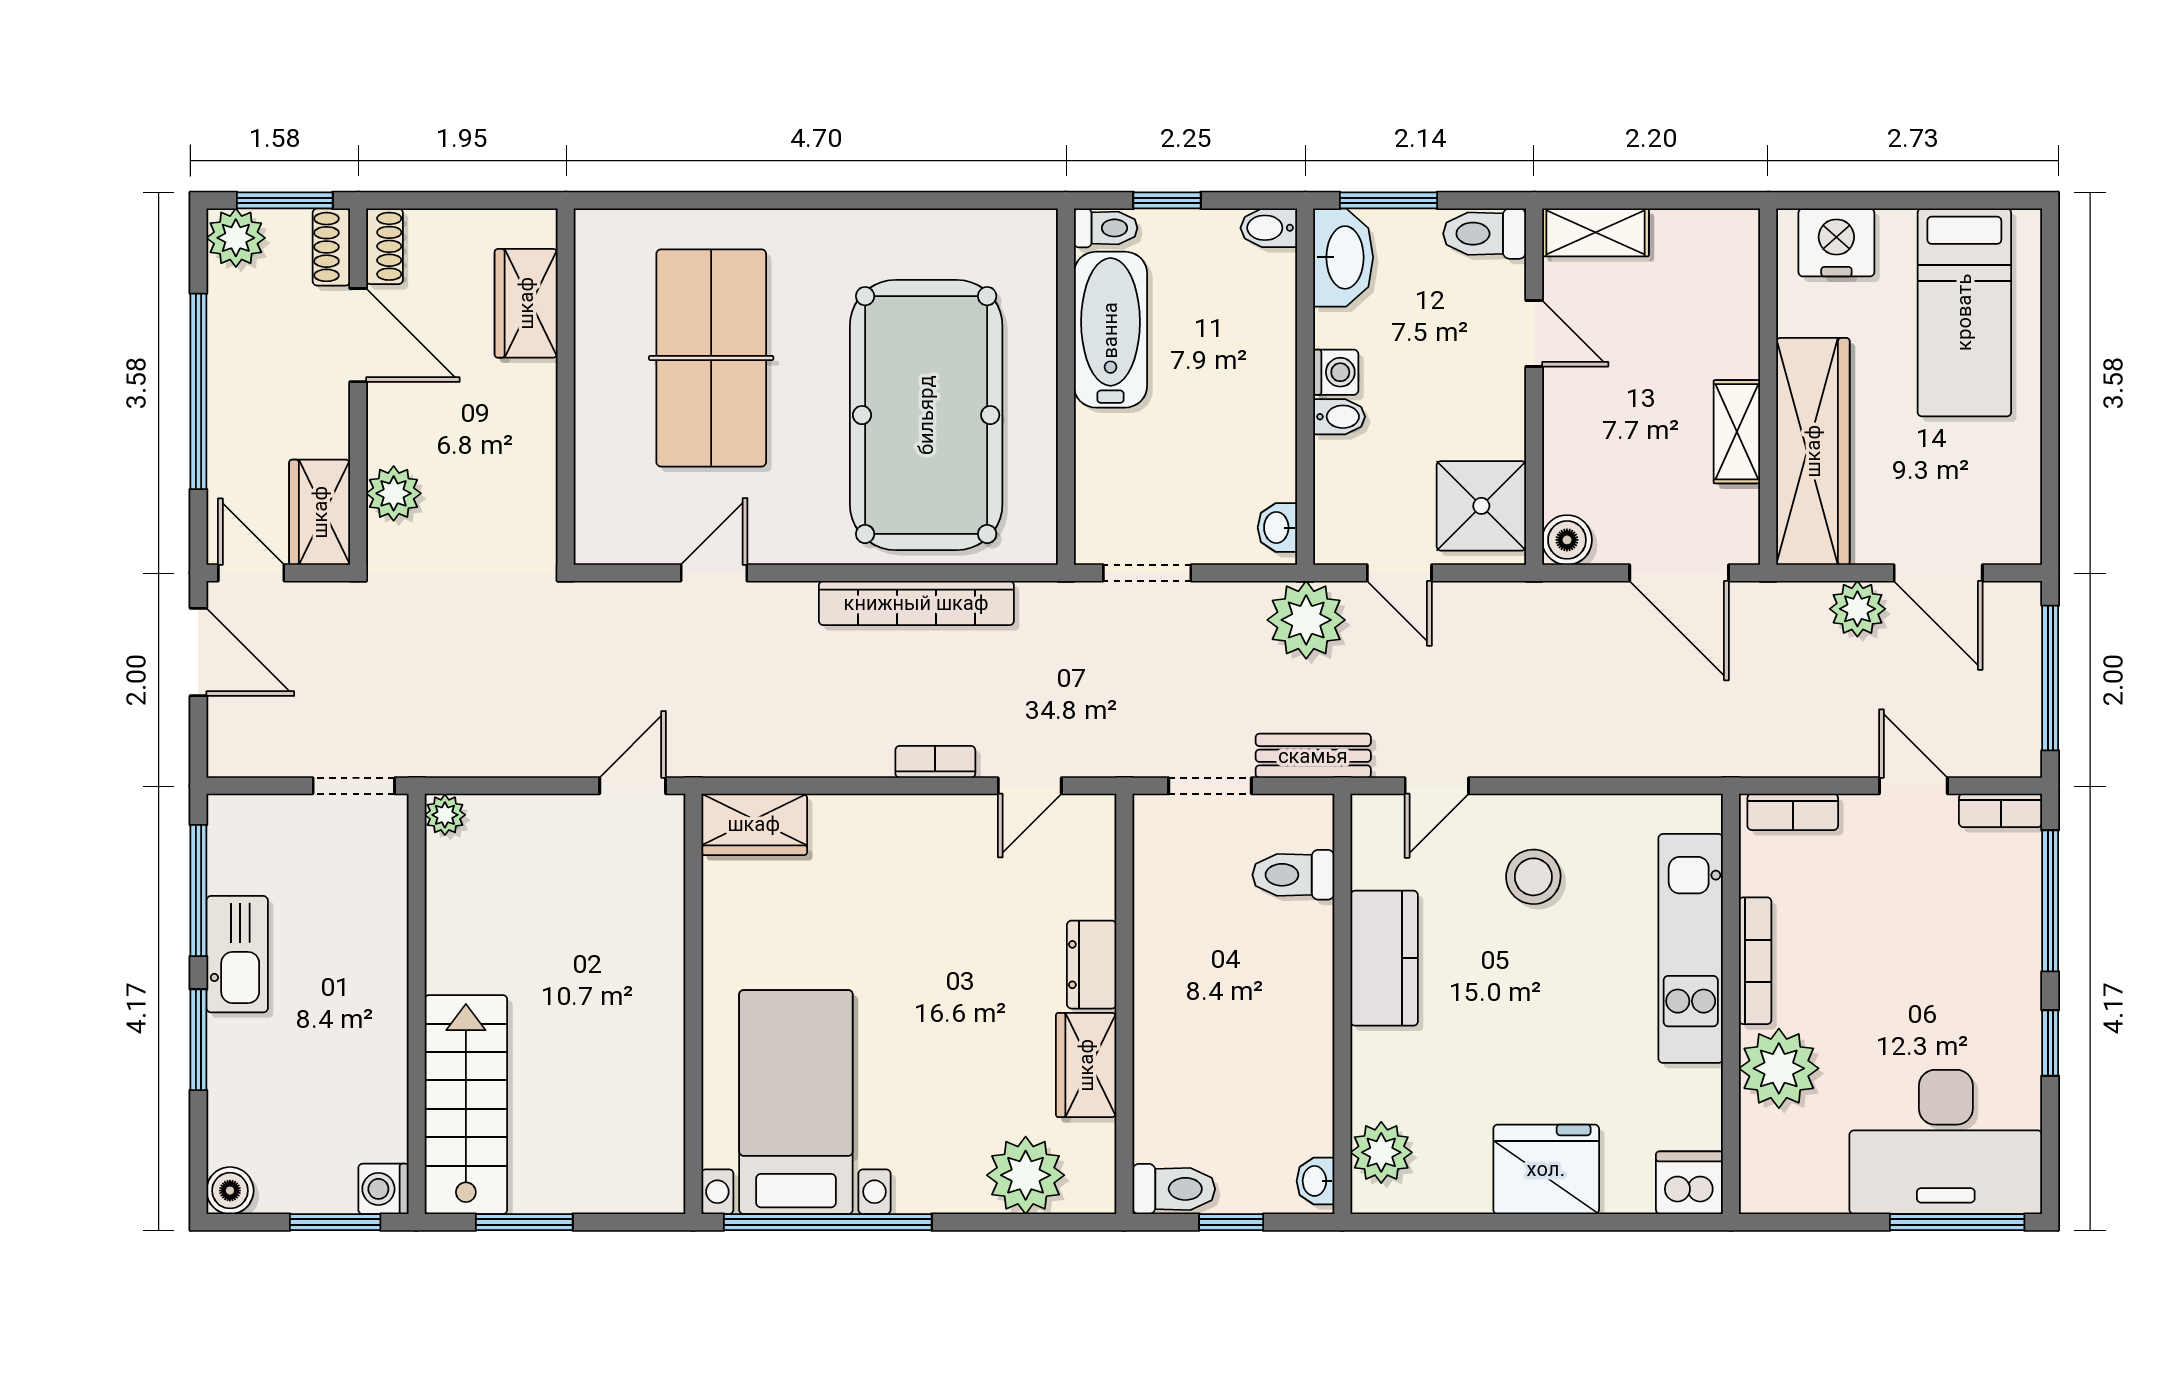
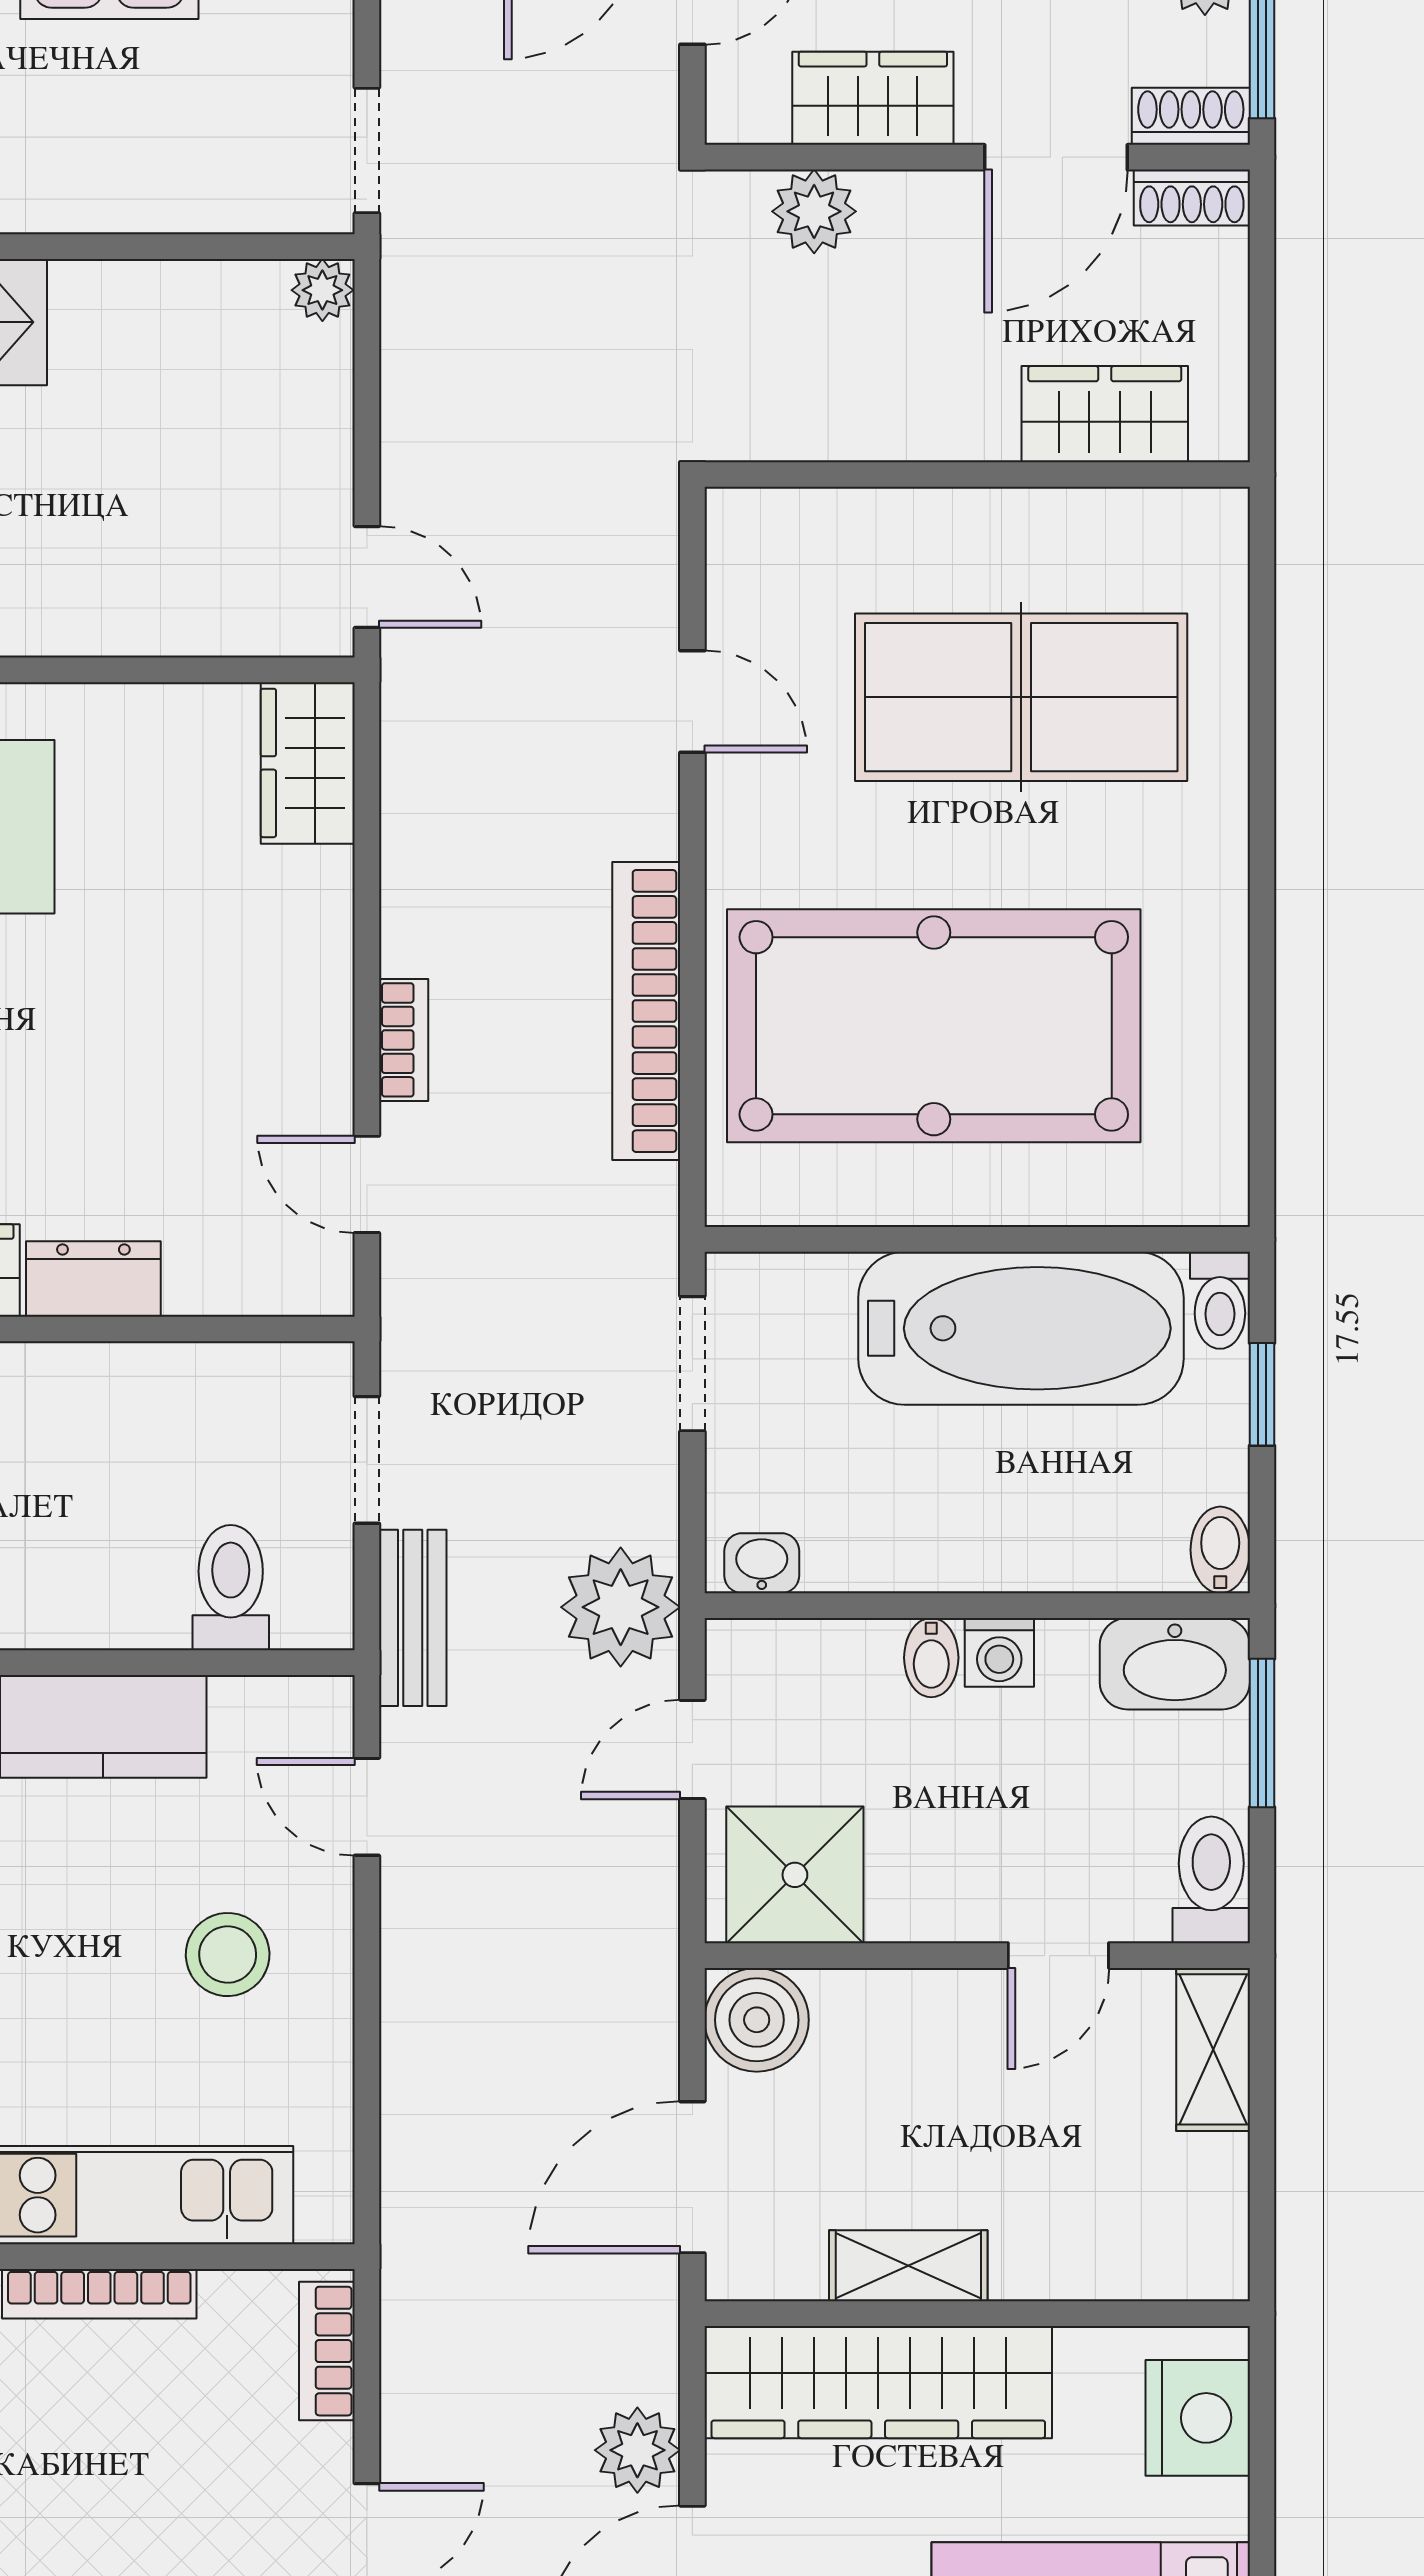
bathtub: (1110, 330) -> (1021, 1328), width x1.36, depth x1.36
wardrobe: (320, 512) -> (873, 98), moved
boiler: (1567, 540) -> (757, 2020), width x1.36, depth x1.36

